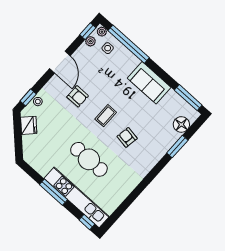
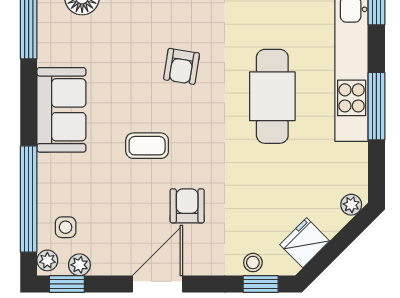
coffee table: (106, 116) -> (147, 146), moved
plant: (27, 153) -> (351, 205), added

